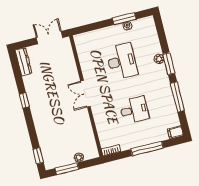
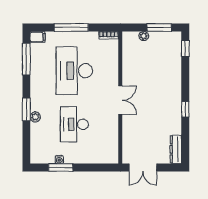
window: (177, 97) -> (26, 59), moved
desk: (134, 110) -> (74, 71), width x1.87, depth x1.30

